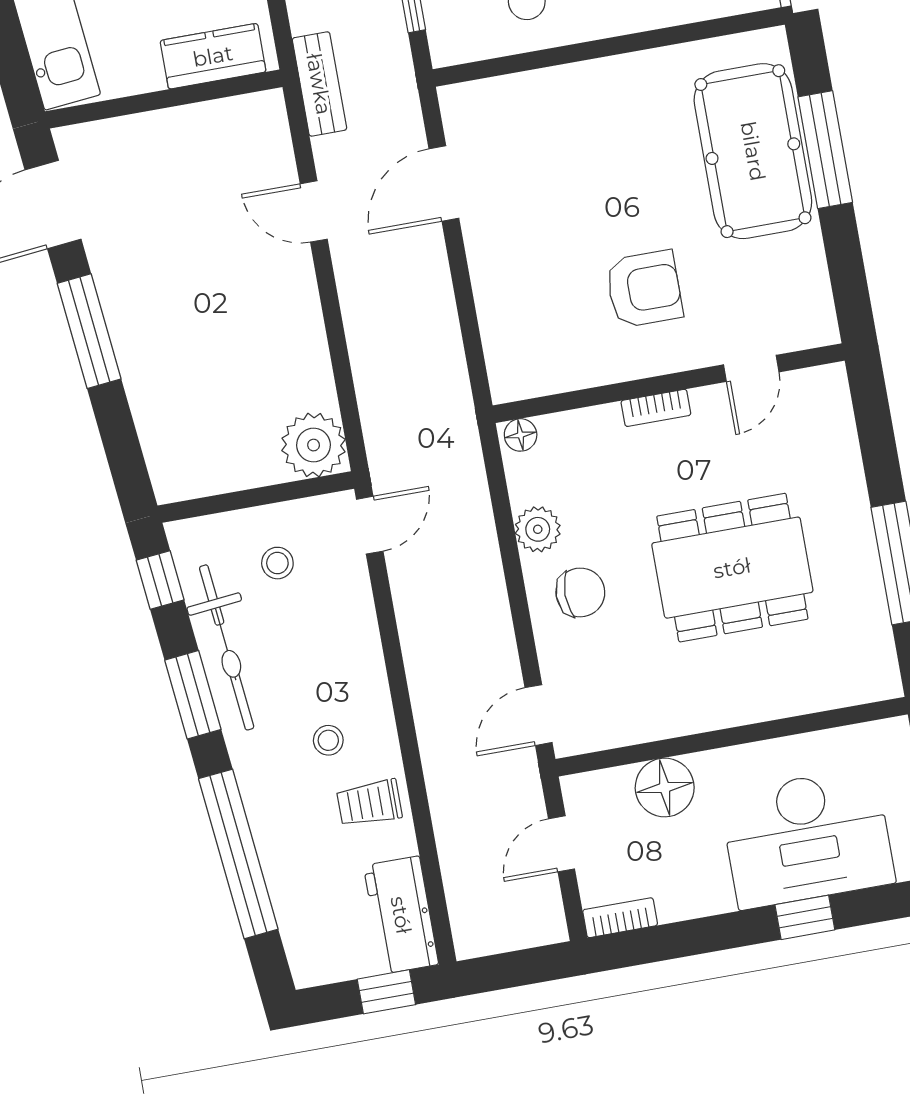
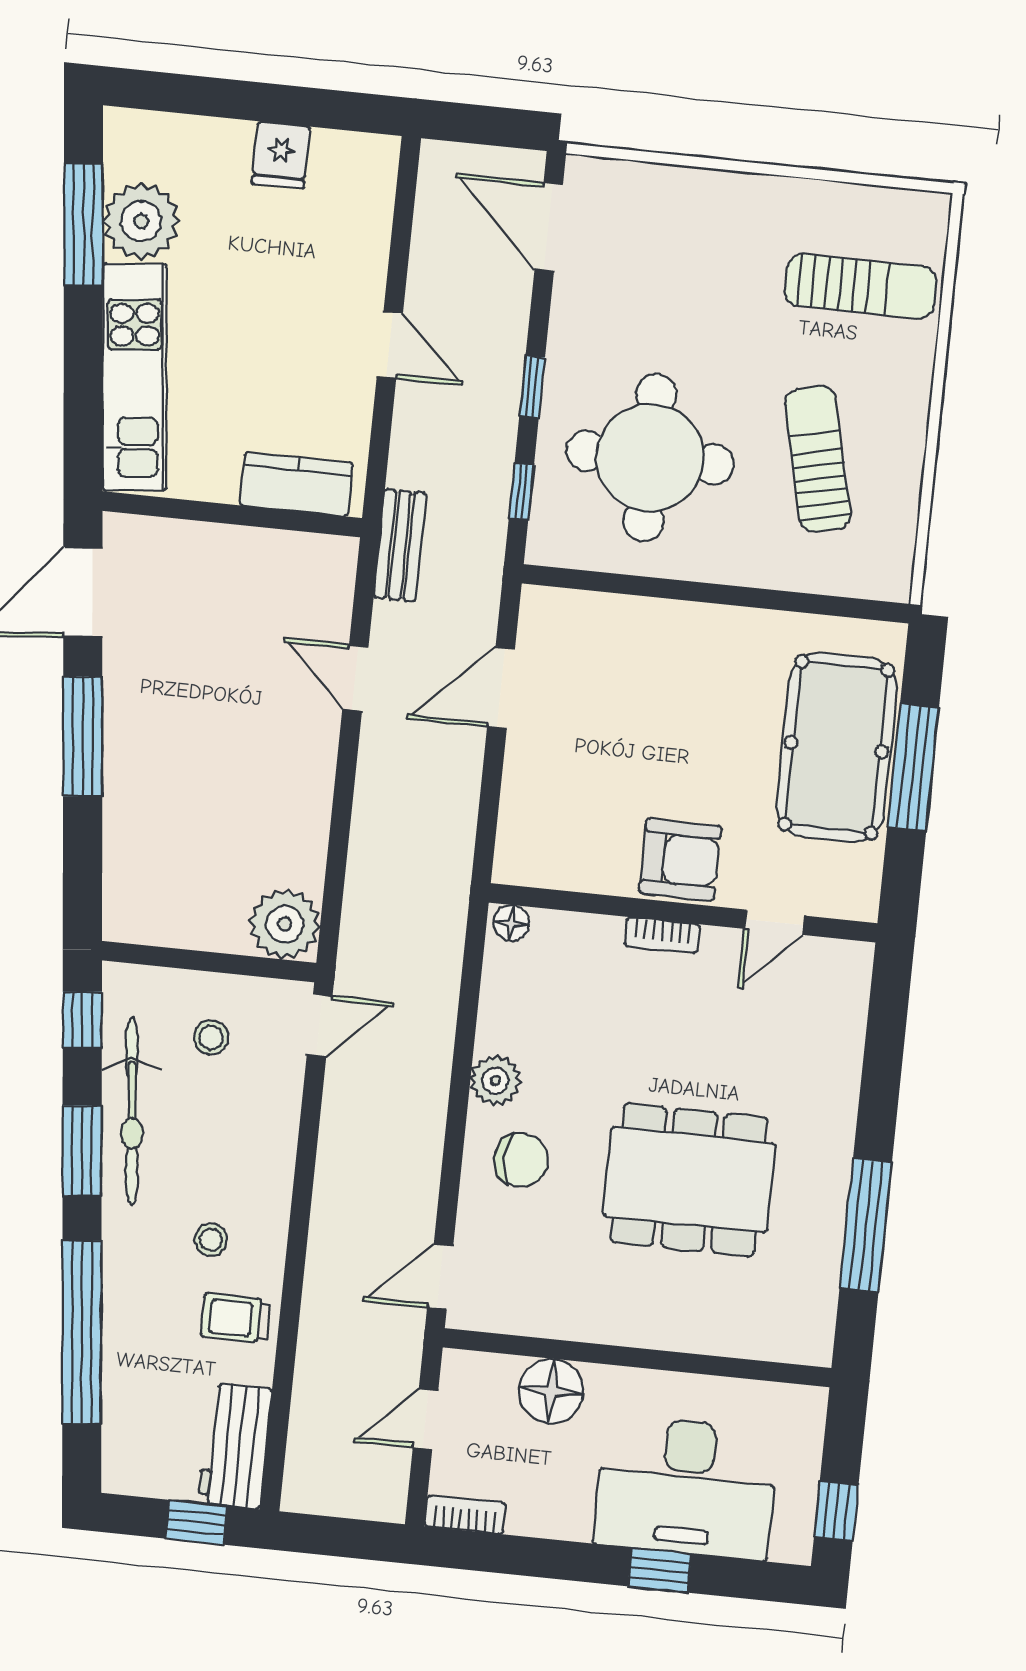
door: (751, 368) -> (775, 922), moved
wall: (669, 383) -> (683, 913), moved
bookcase: (656, 408) -> (662, 935), moved
floor lamp: (521, 435) -> (511, 923), moved

